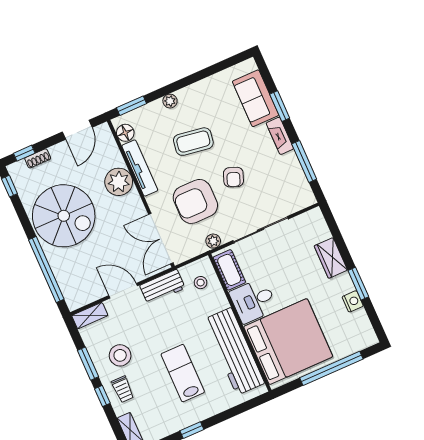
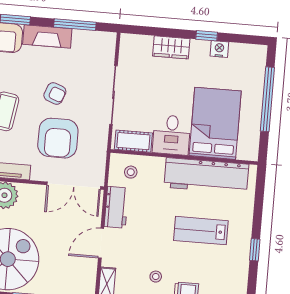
fireplace: (280, 136) -> (47, 36), width x1.37, depth x1.32
plant: (213, 241) -> (101, 141), removed
window: (358, 284) -> (207, 36), width x0.67
bed: (288, 342) -> (215, 123), width x0.73
stool: (120, 355) -> (156, 277), width x0.53, depth x0.53

